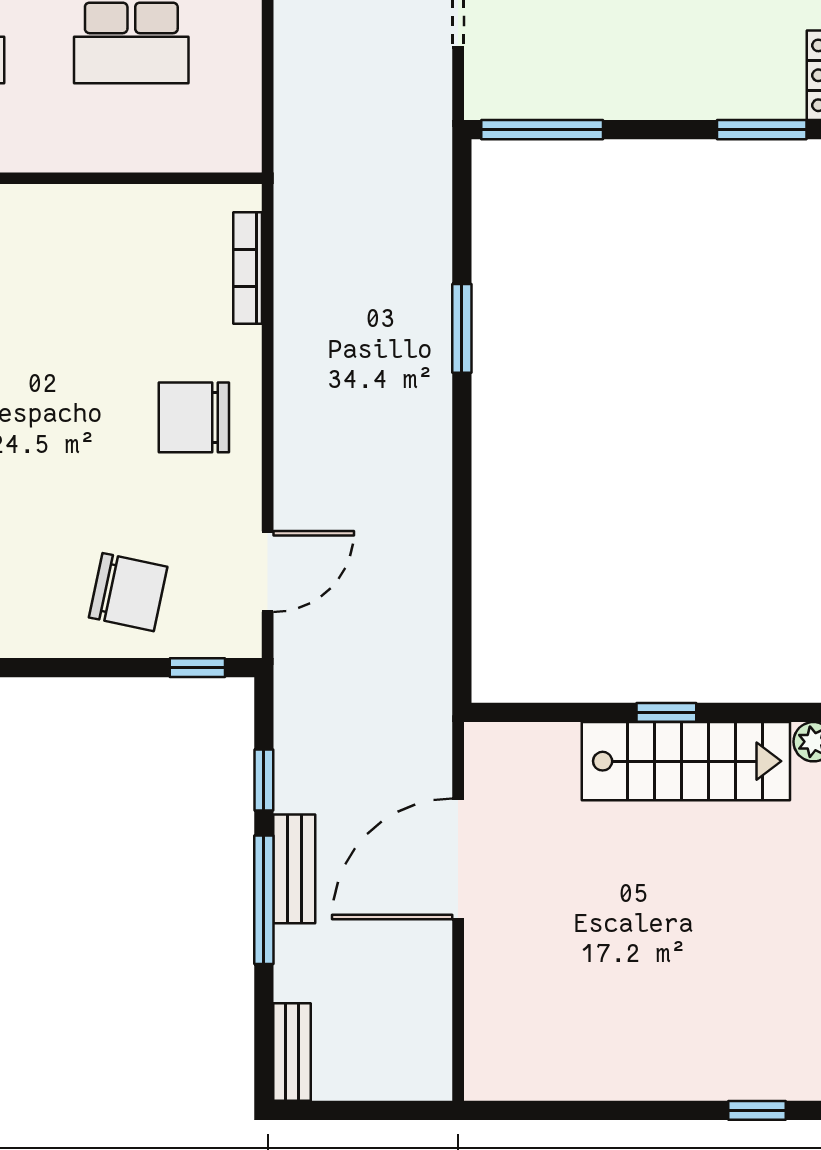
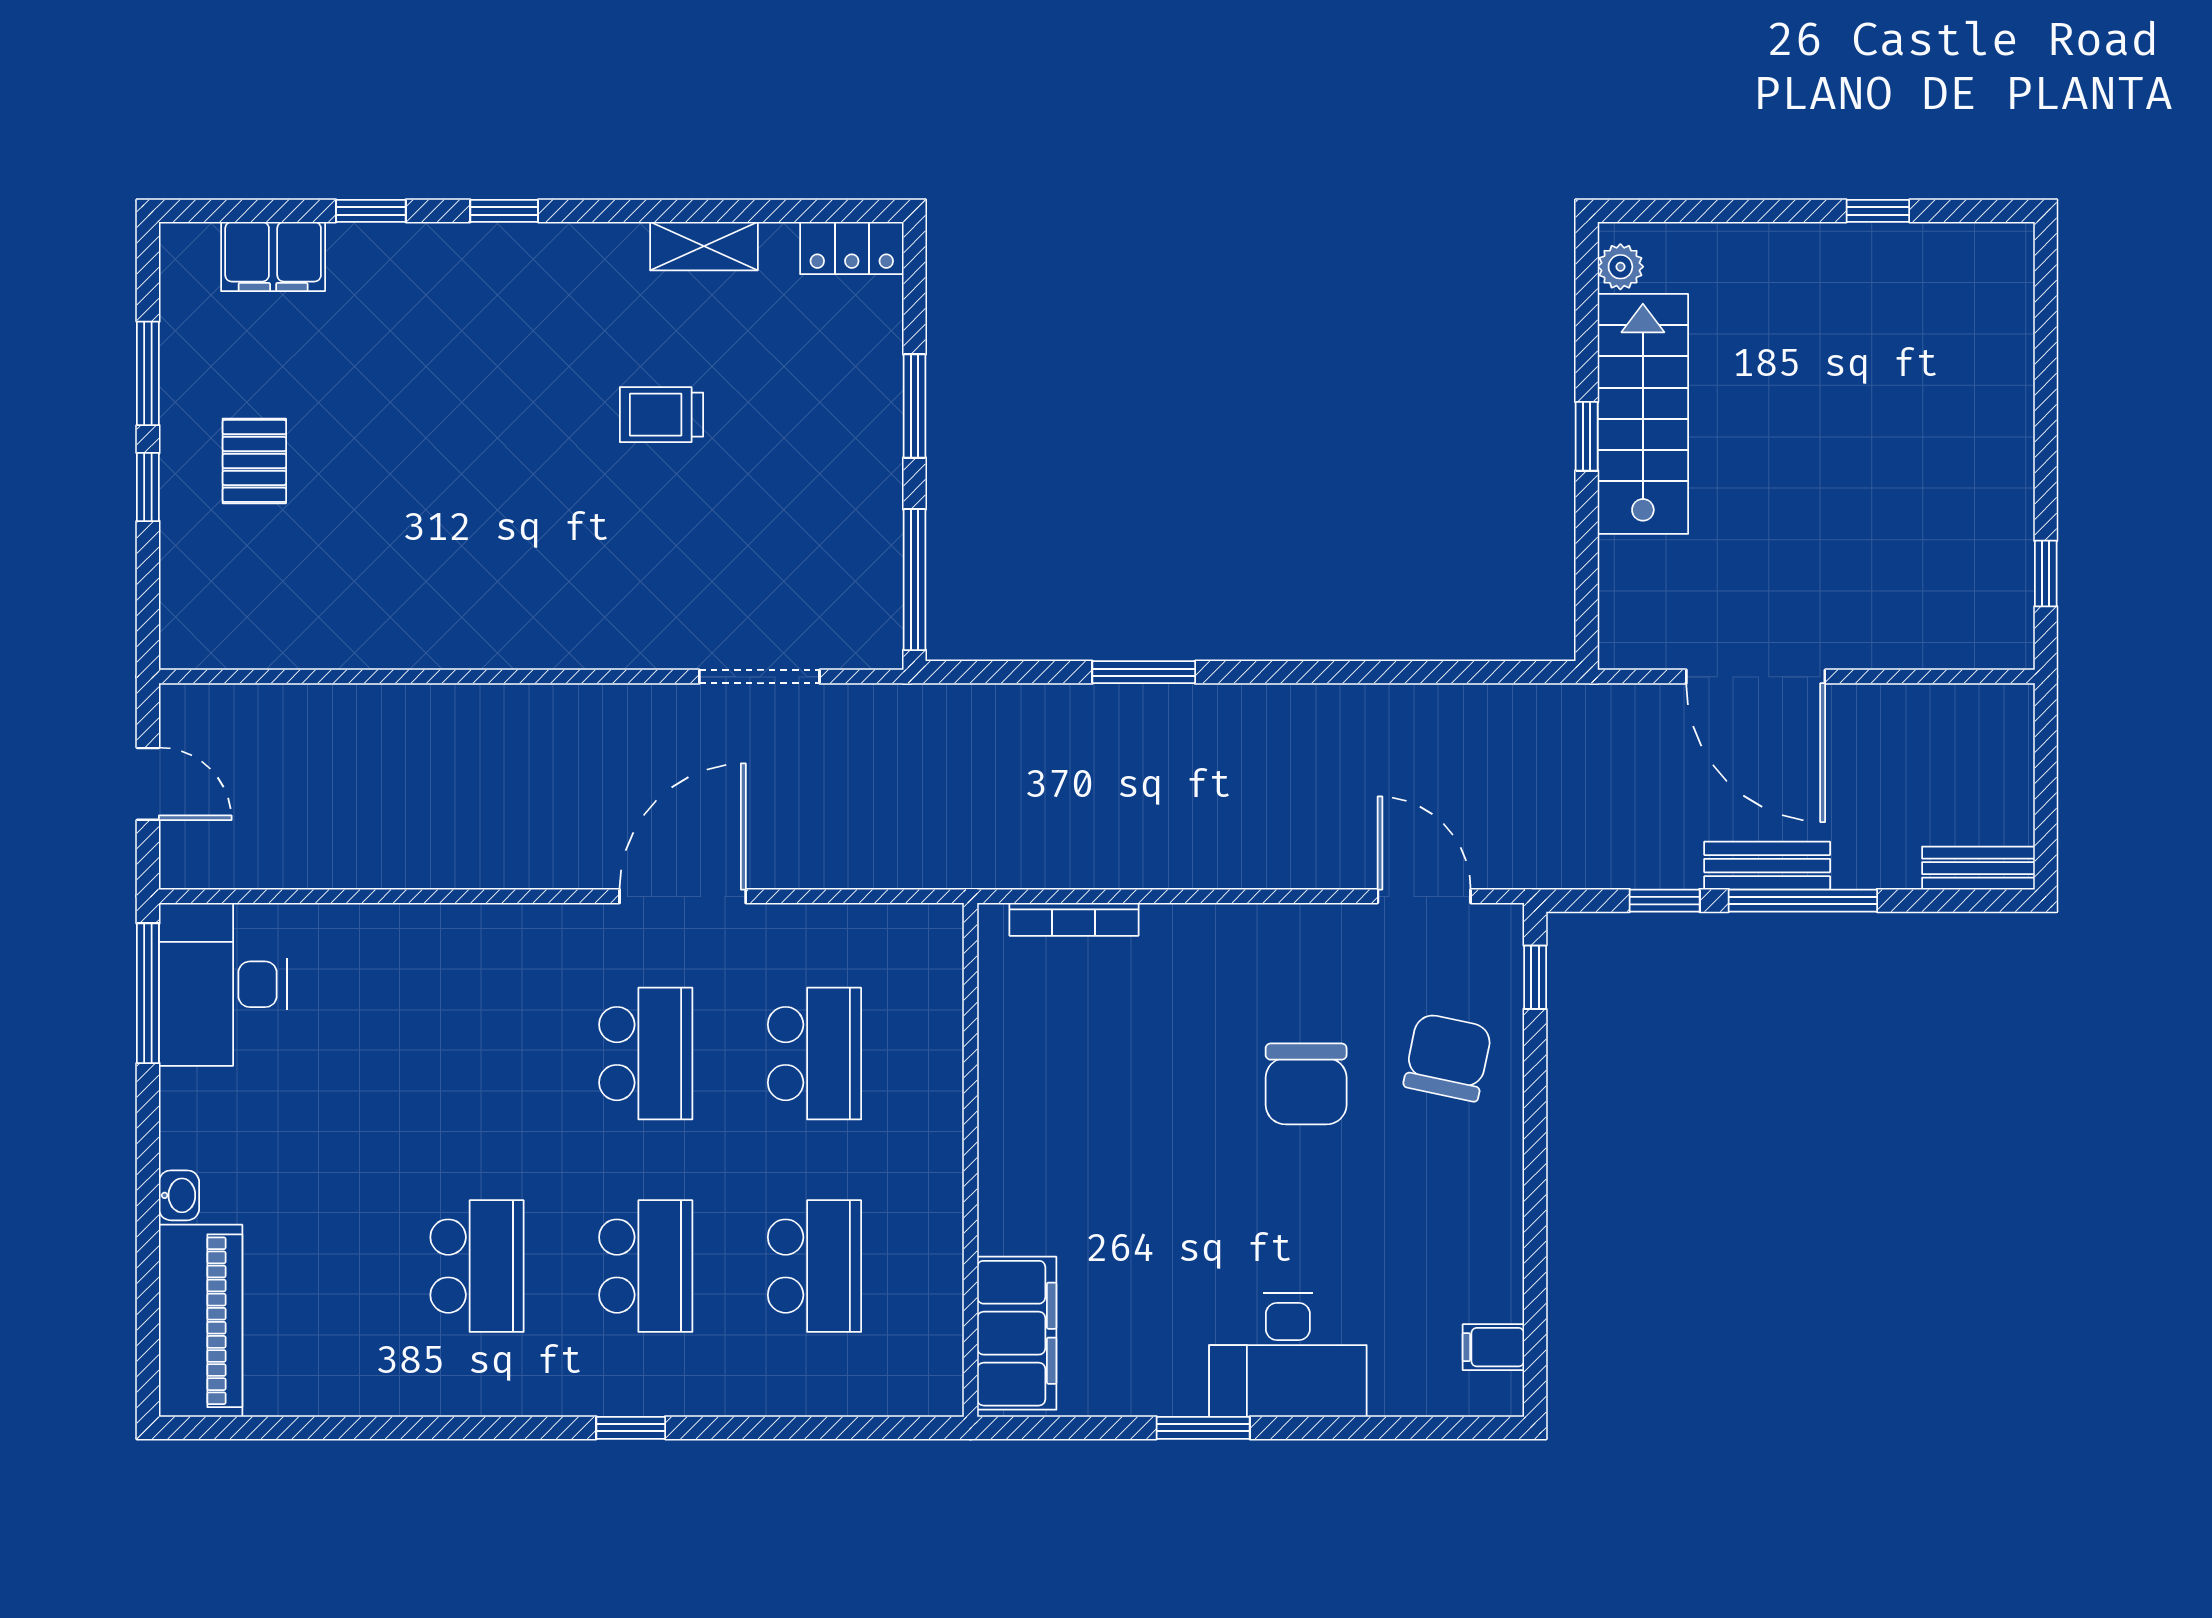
window: (762, 130) -> (915, 406), moved
chair: (194, 417) -> (1306, 1084), moved
window: (757, 1110) -> (2046, 574), moved

